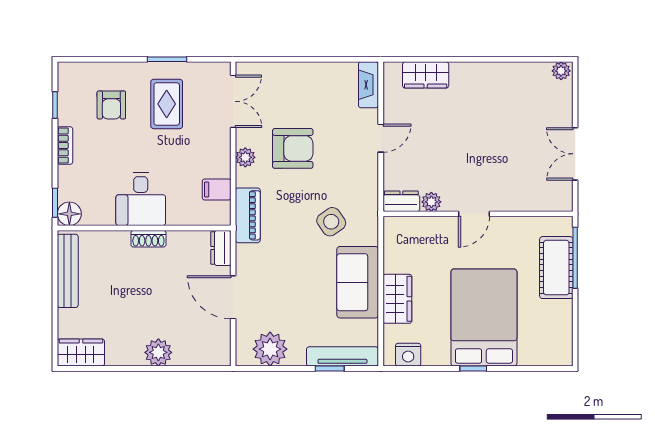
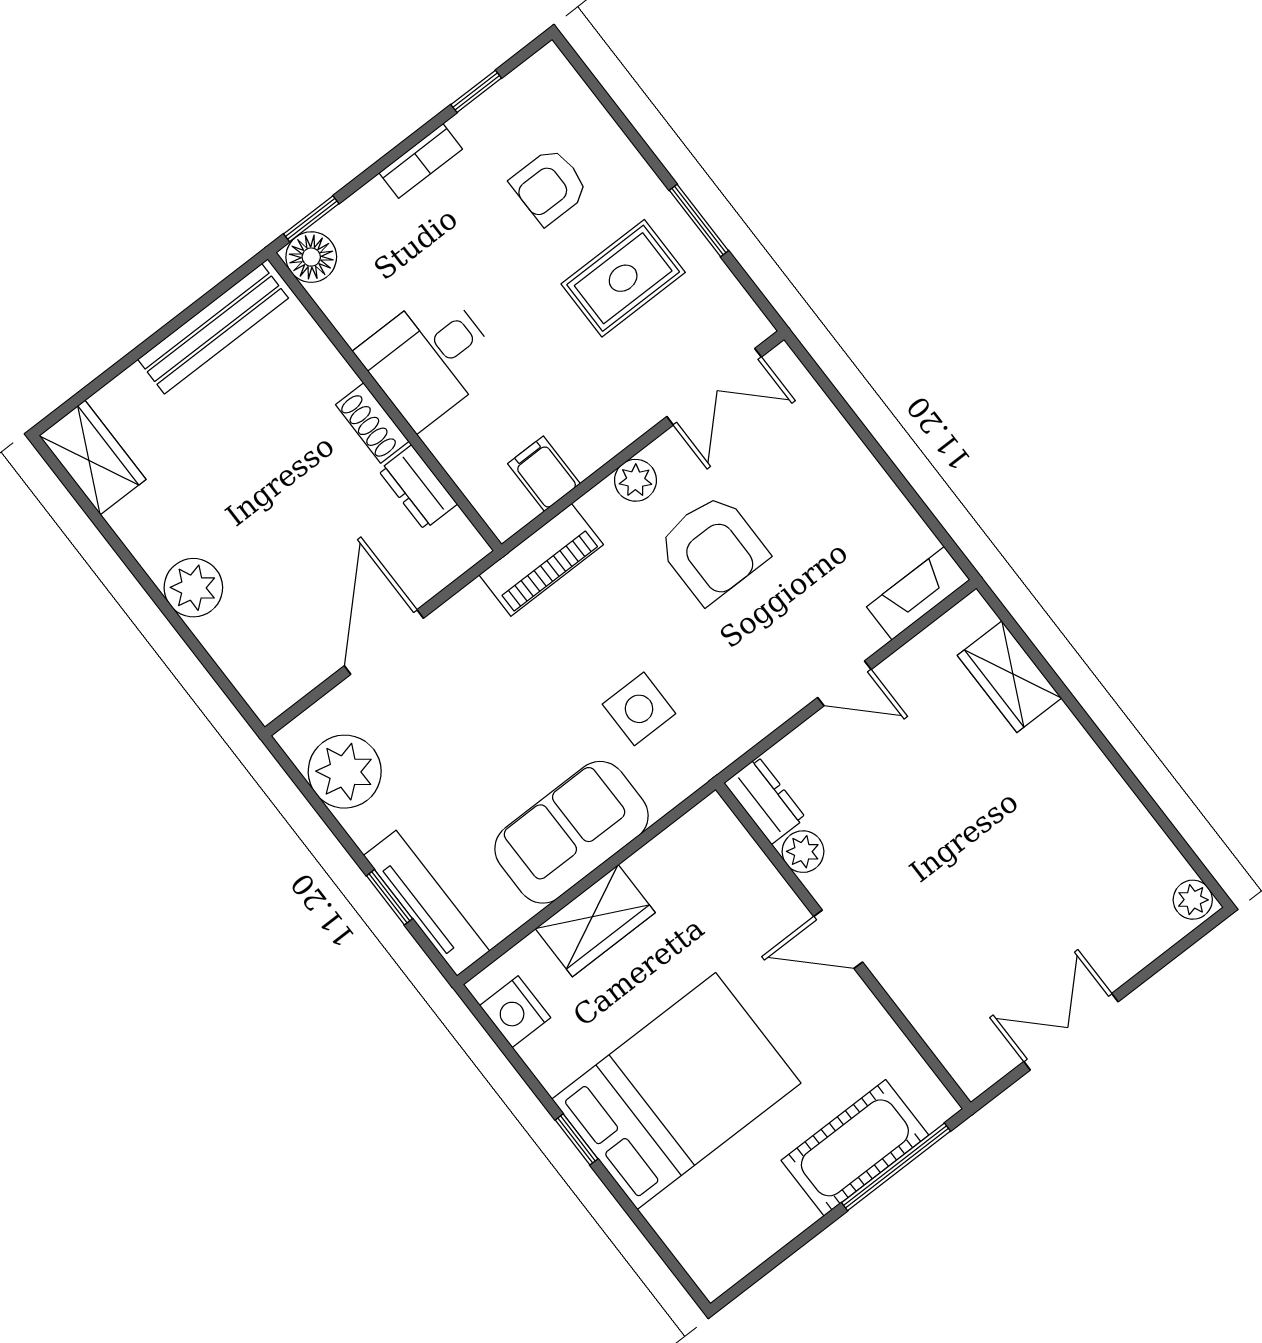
side table: (331, 222) -> (639, 709), turned 35
dresser: (221, 248) -> (418, 487), moved, turned -90

